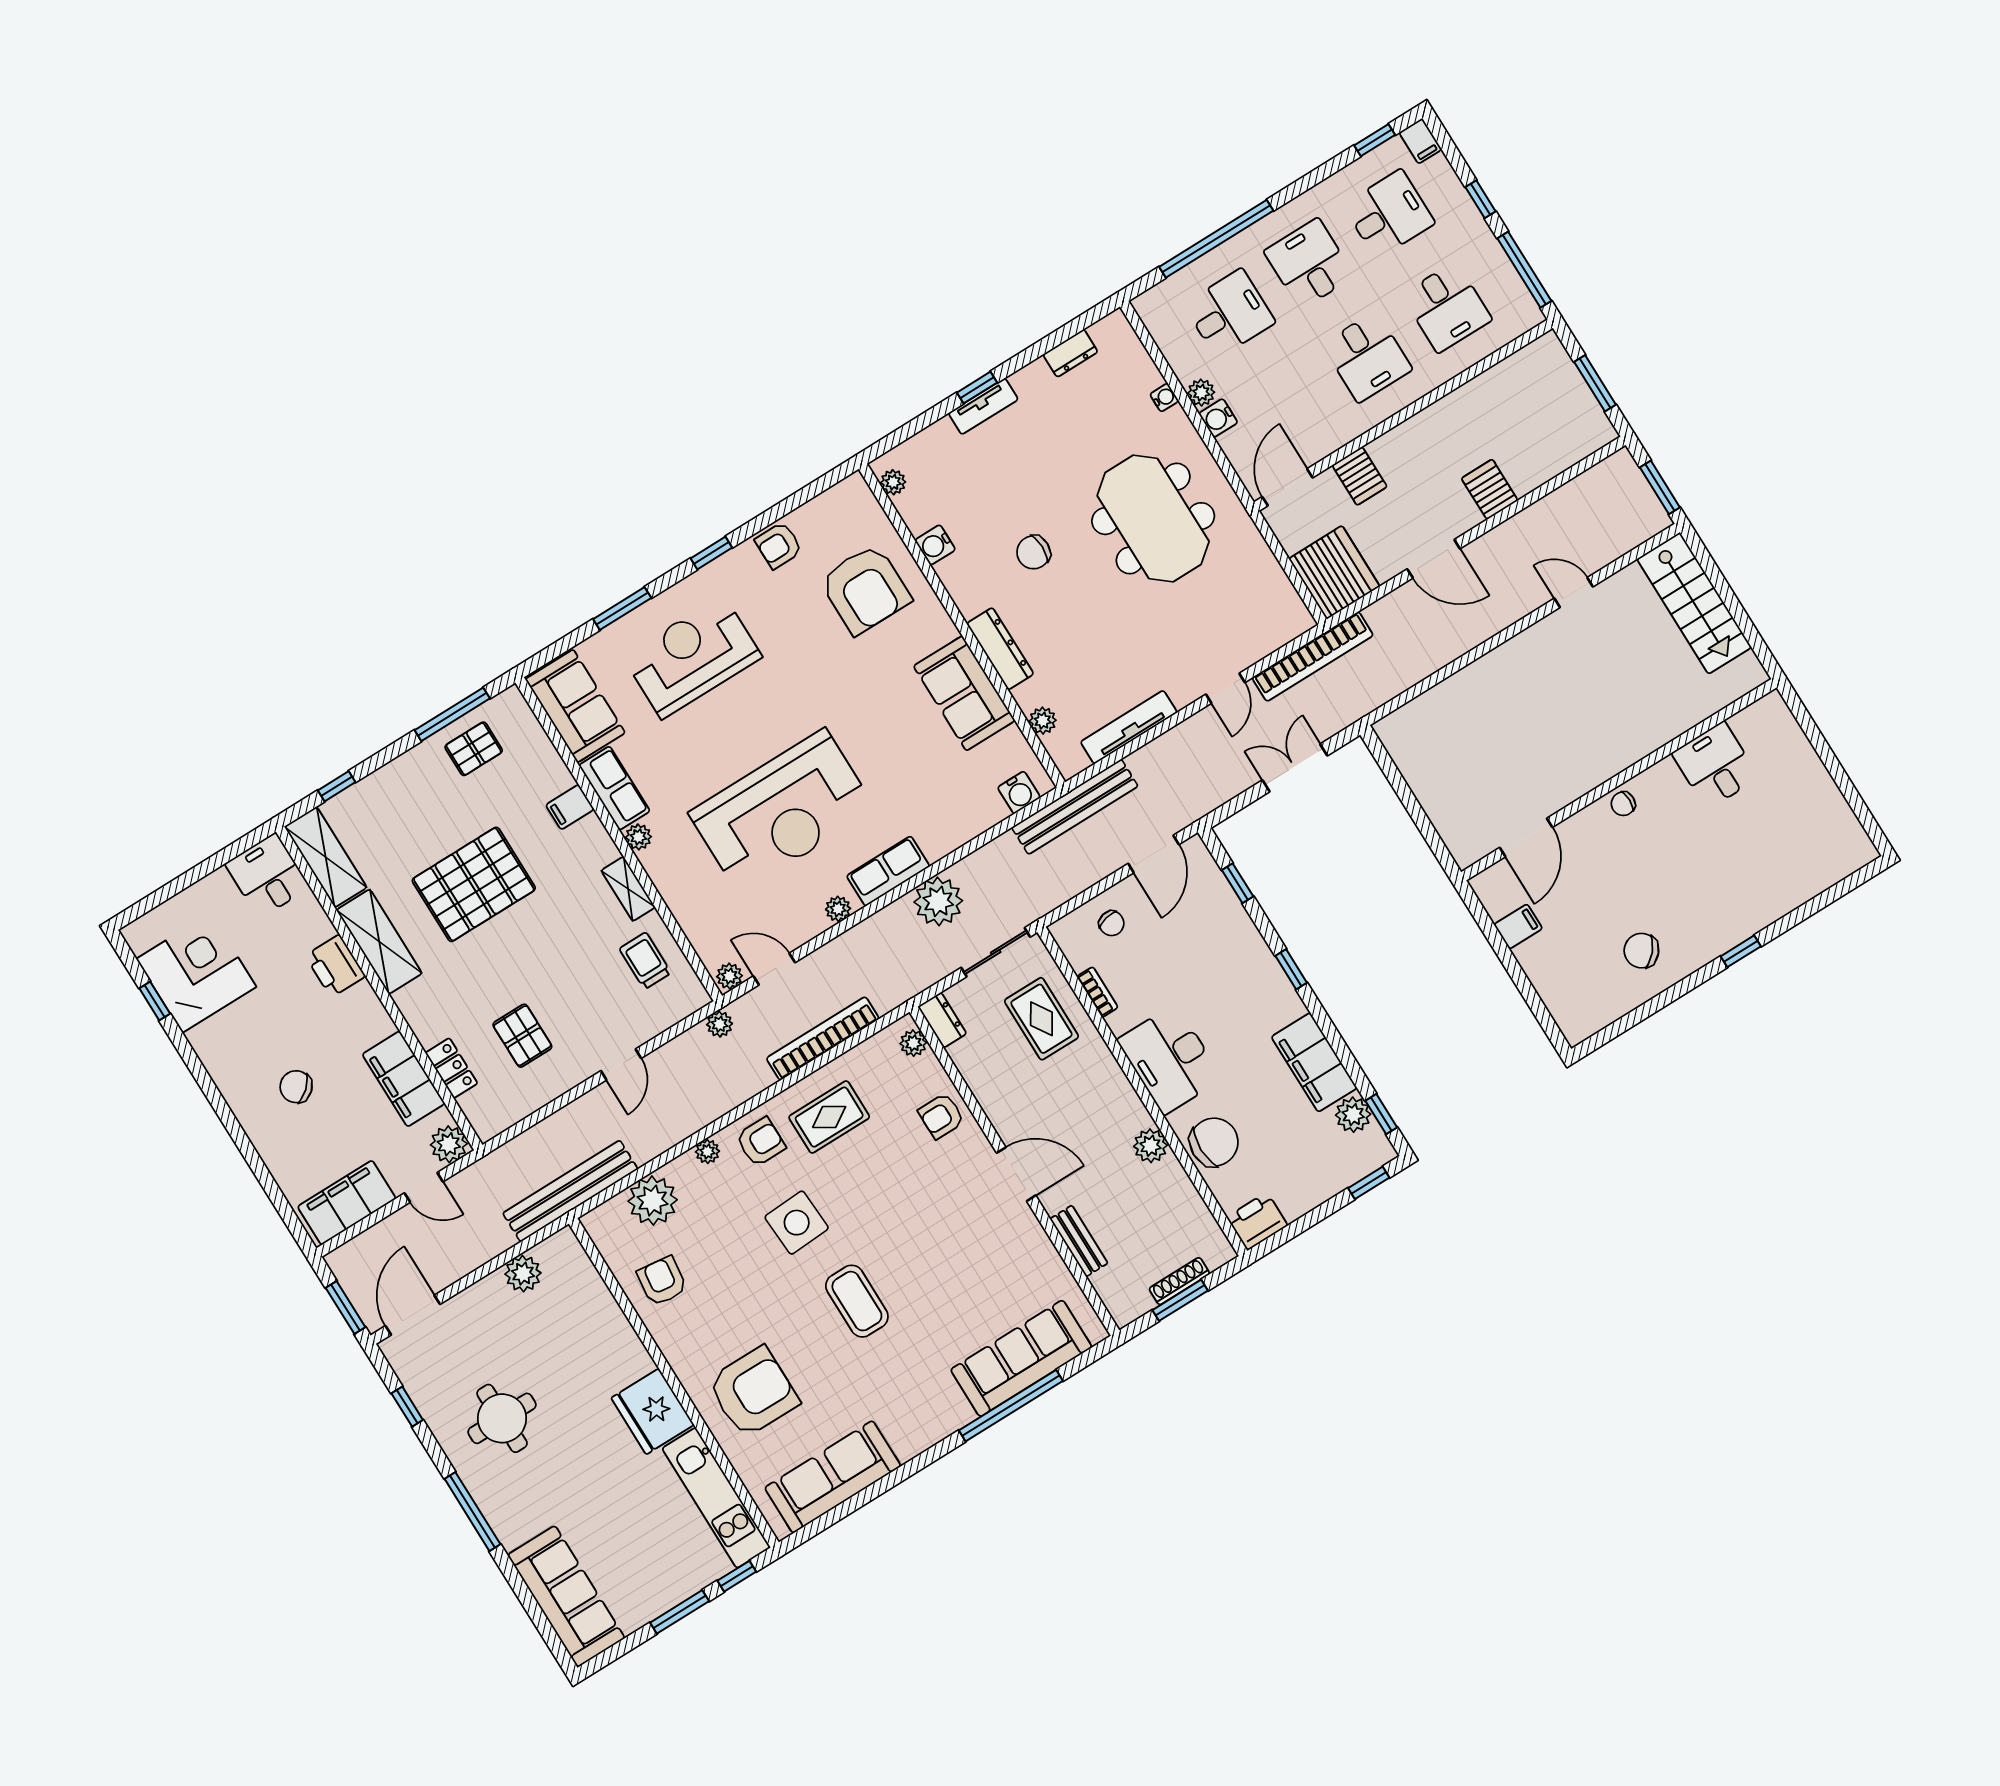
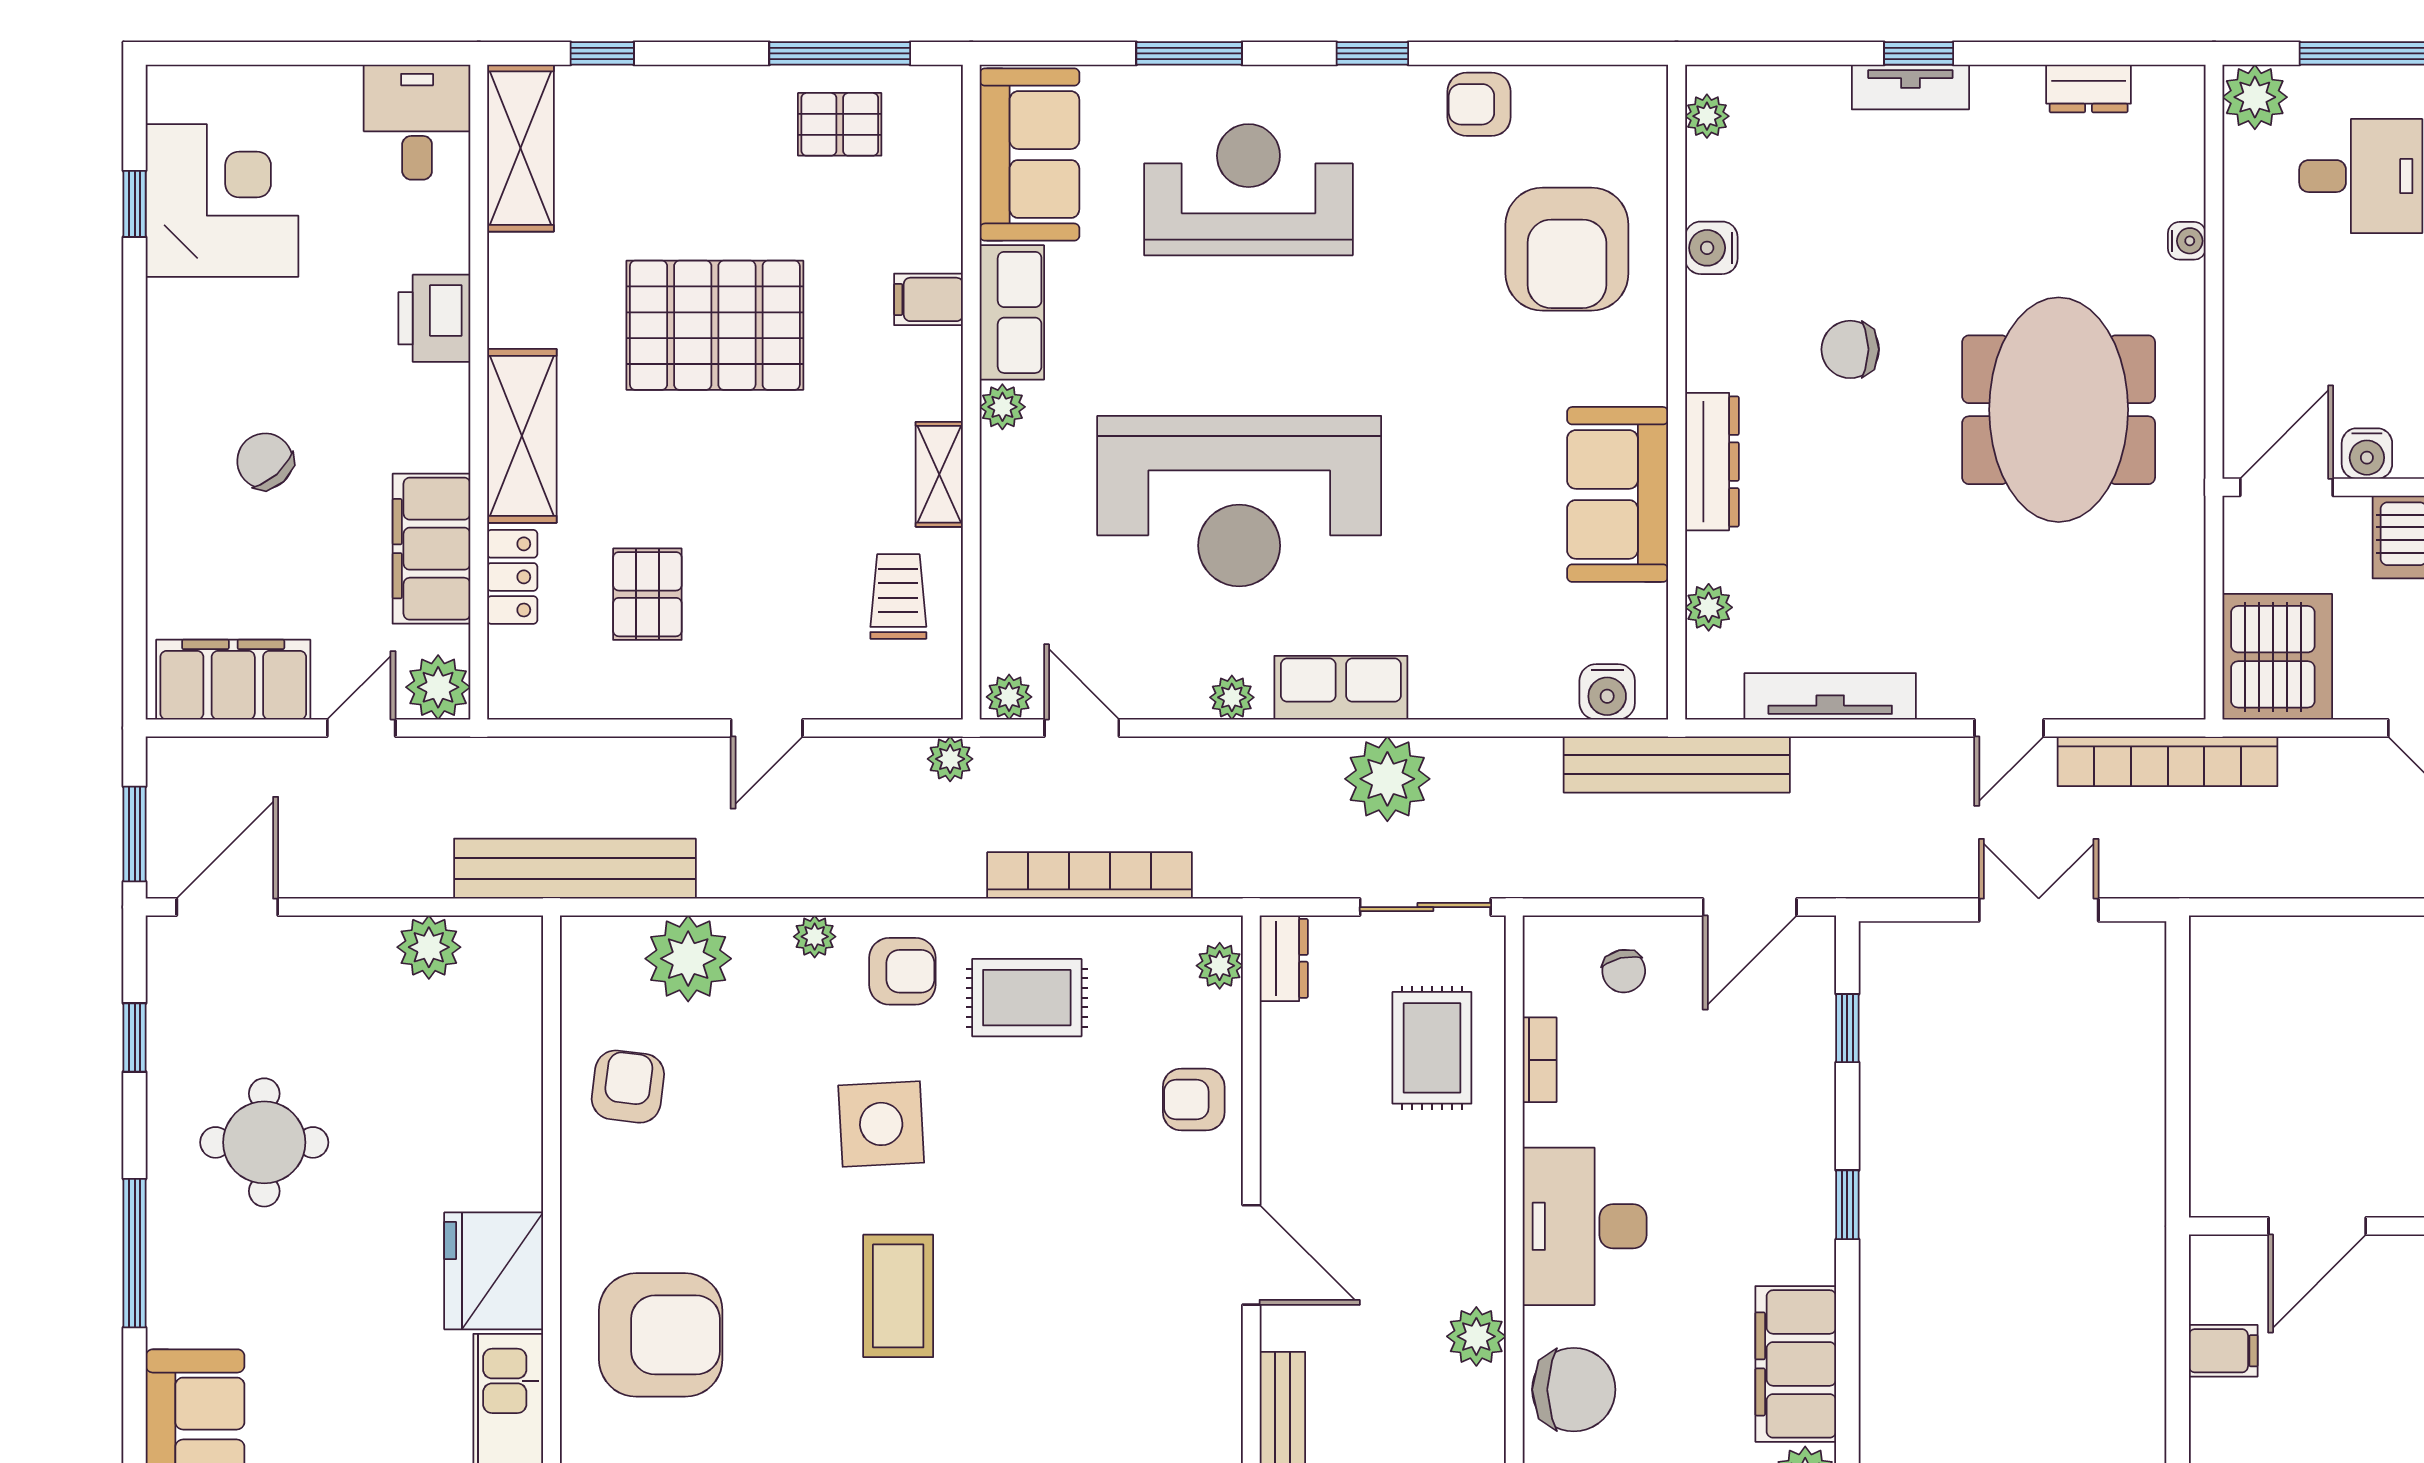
plant: (1201, 393) -> (2255, 97), moved, width x1.38, depth x1.38
water cooler: (1218, 418) -> (2367, 454), moved, turned -90
shelving: (379, 942) -> (522, 436), moved
door: (424, 1187) -> (361, 728), swing flipped

